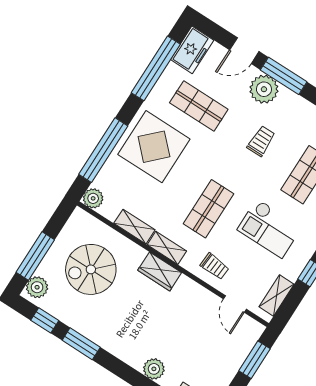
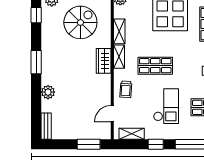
checkout: (269, 228) -> (166, 106), turned 180
spiral stairs: (91, 269) -> (80, 22), turned 90
window: (81, 344) -> (36, 62), moved

